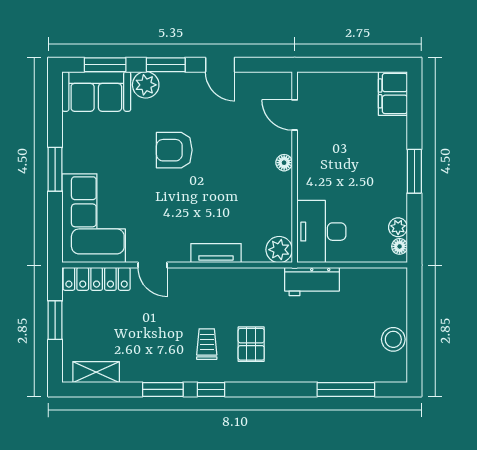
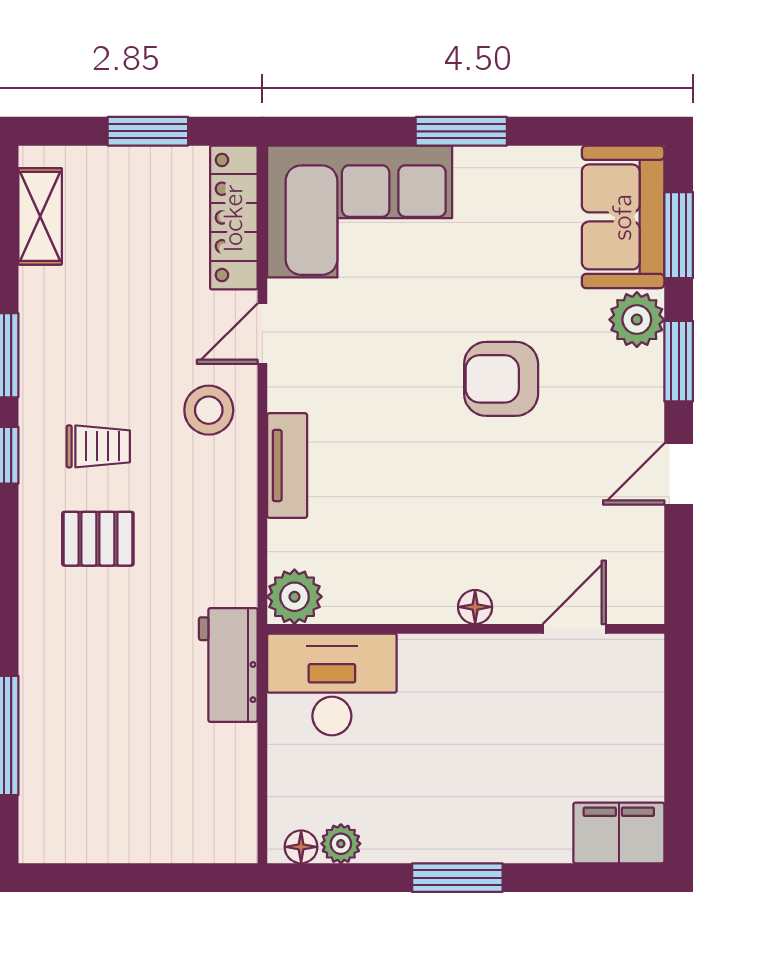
armchair: (174, 150) -> (501, 379), turned -90
stool: (393, 339) -> (209, 410), moved

